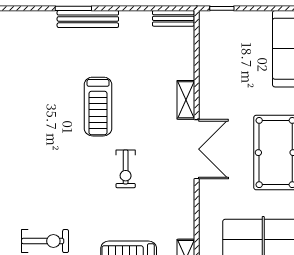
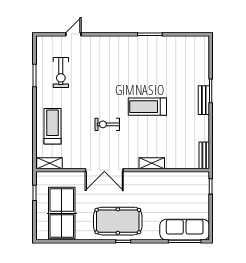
bench: (88, 19) -> (204, 100), width x0.73
double door: (197, 149) -> (104, 170), moved

